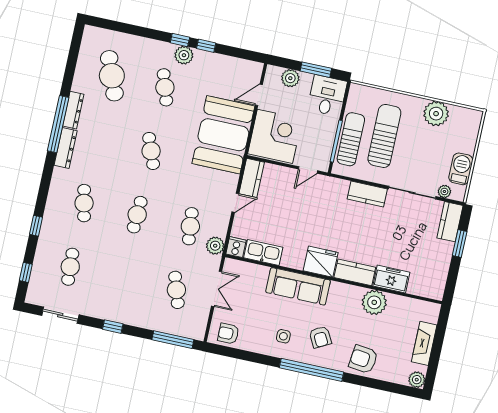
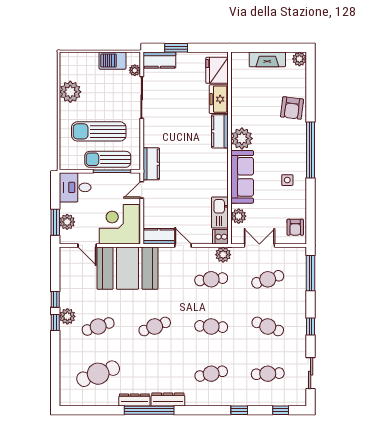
window: (316, 70) -> (55, 222), moved
door: (308, 170) -> (142, 190), swing flipped
kitchen counter: (367, 194) -> (151, 164), moved
fridge: (321, 262) -> (217, 70), moved
plant: (255, 273) -> (239, 216), added
cafe table: (123, 278) -> (268, 326), added
plant: (374, 302) -> (242, 139), moved
armchair: (320, 337) -> (281, 149), removed

